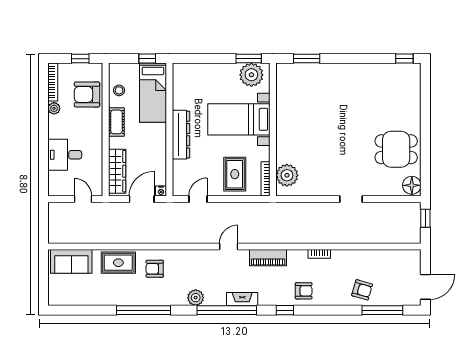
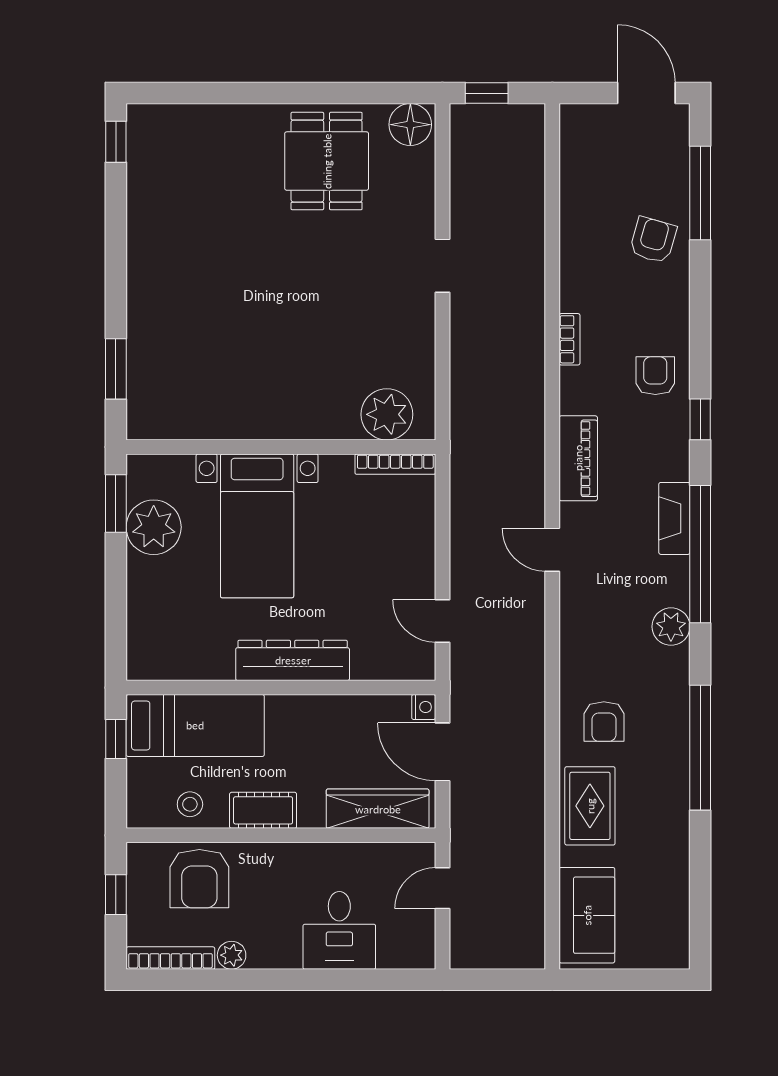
plant: (251, 75) -> (154, 527), moved
rug: (235, 174) -> (384, 536), removed

